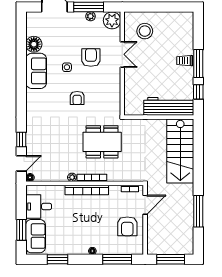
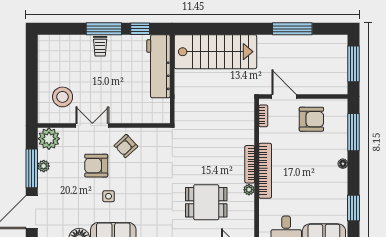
armchair: (77, 98) -> (126, 146), moved, turned 137
dining table: (102, 142) -> (206, 202), moved, width x0.73

